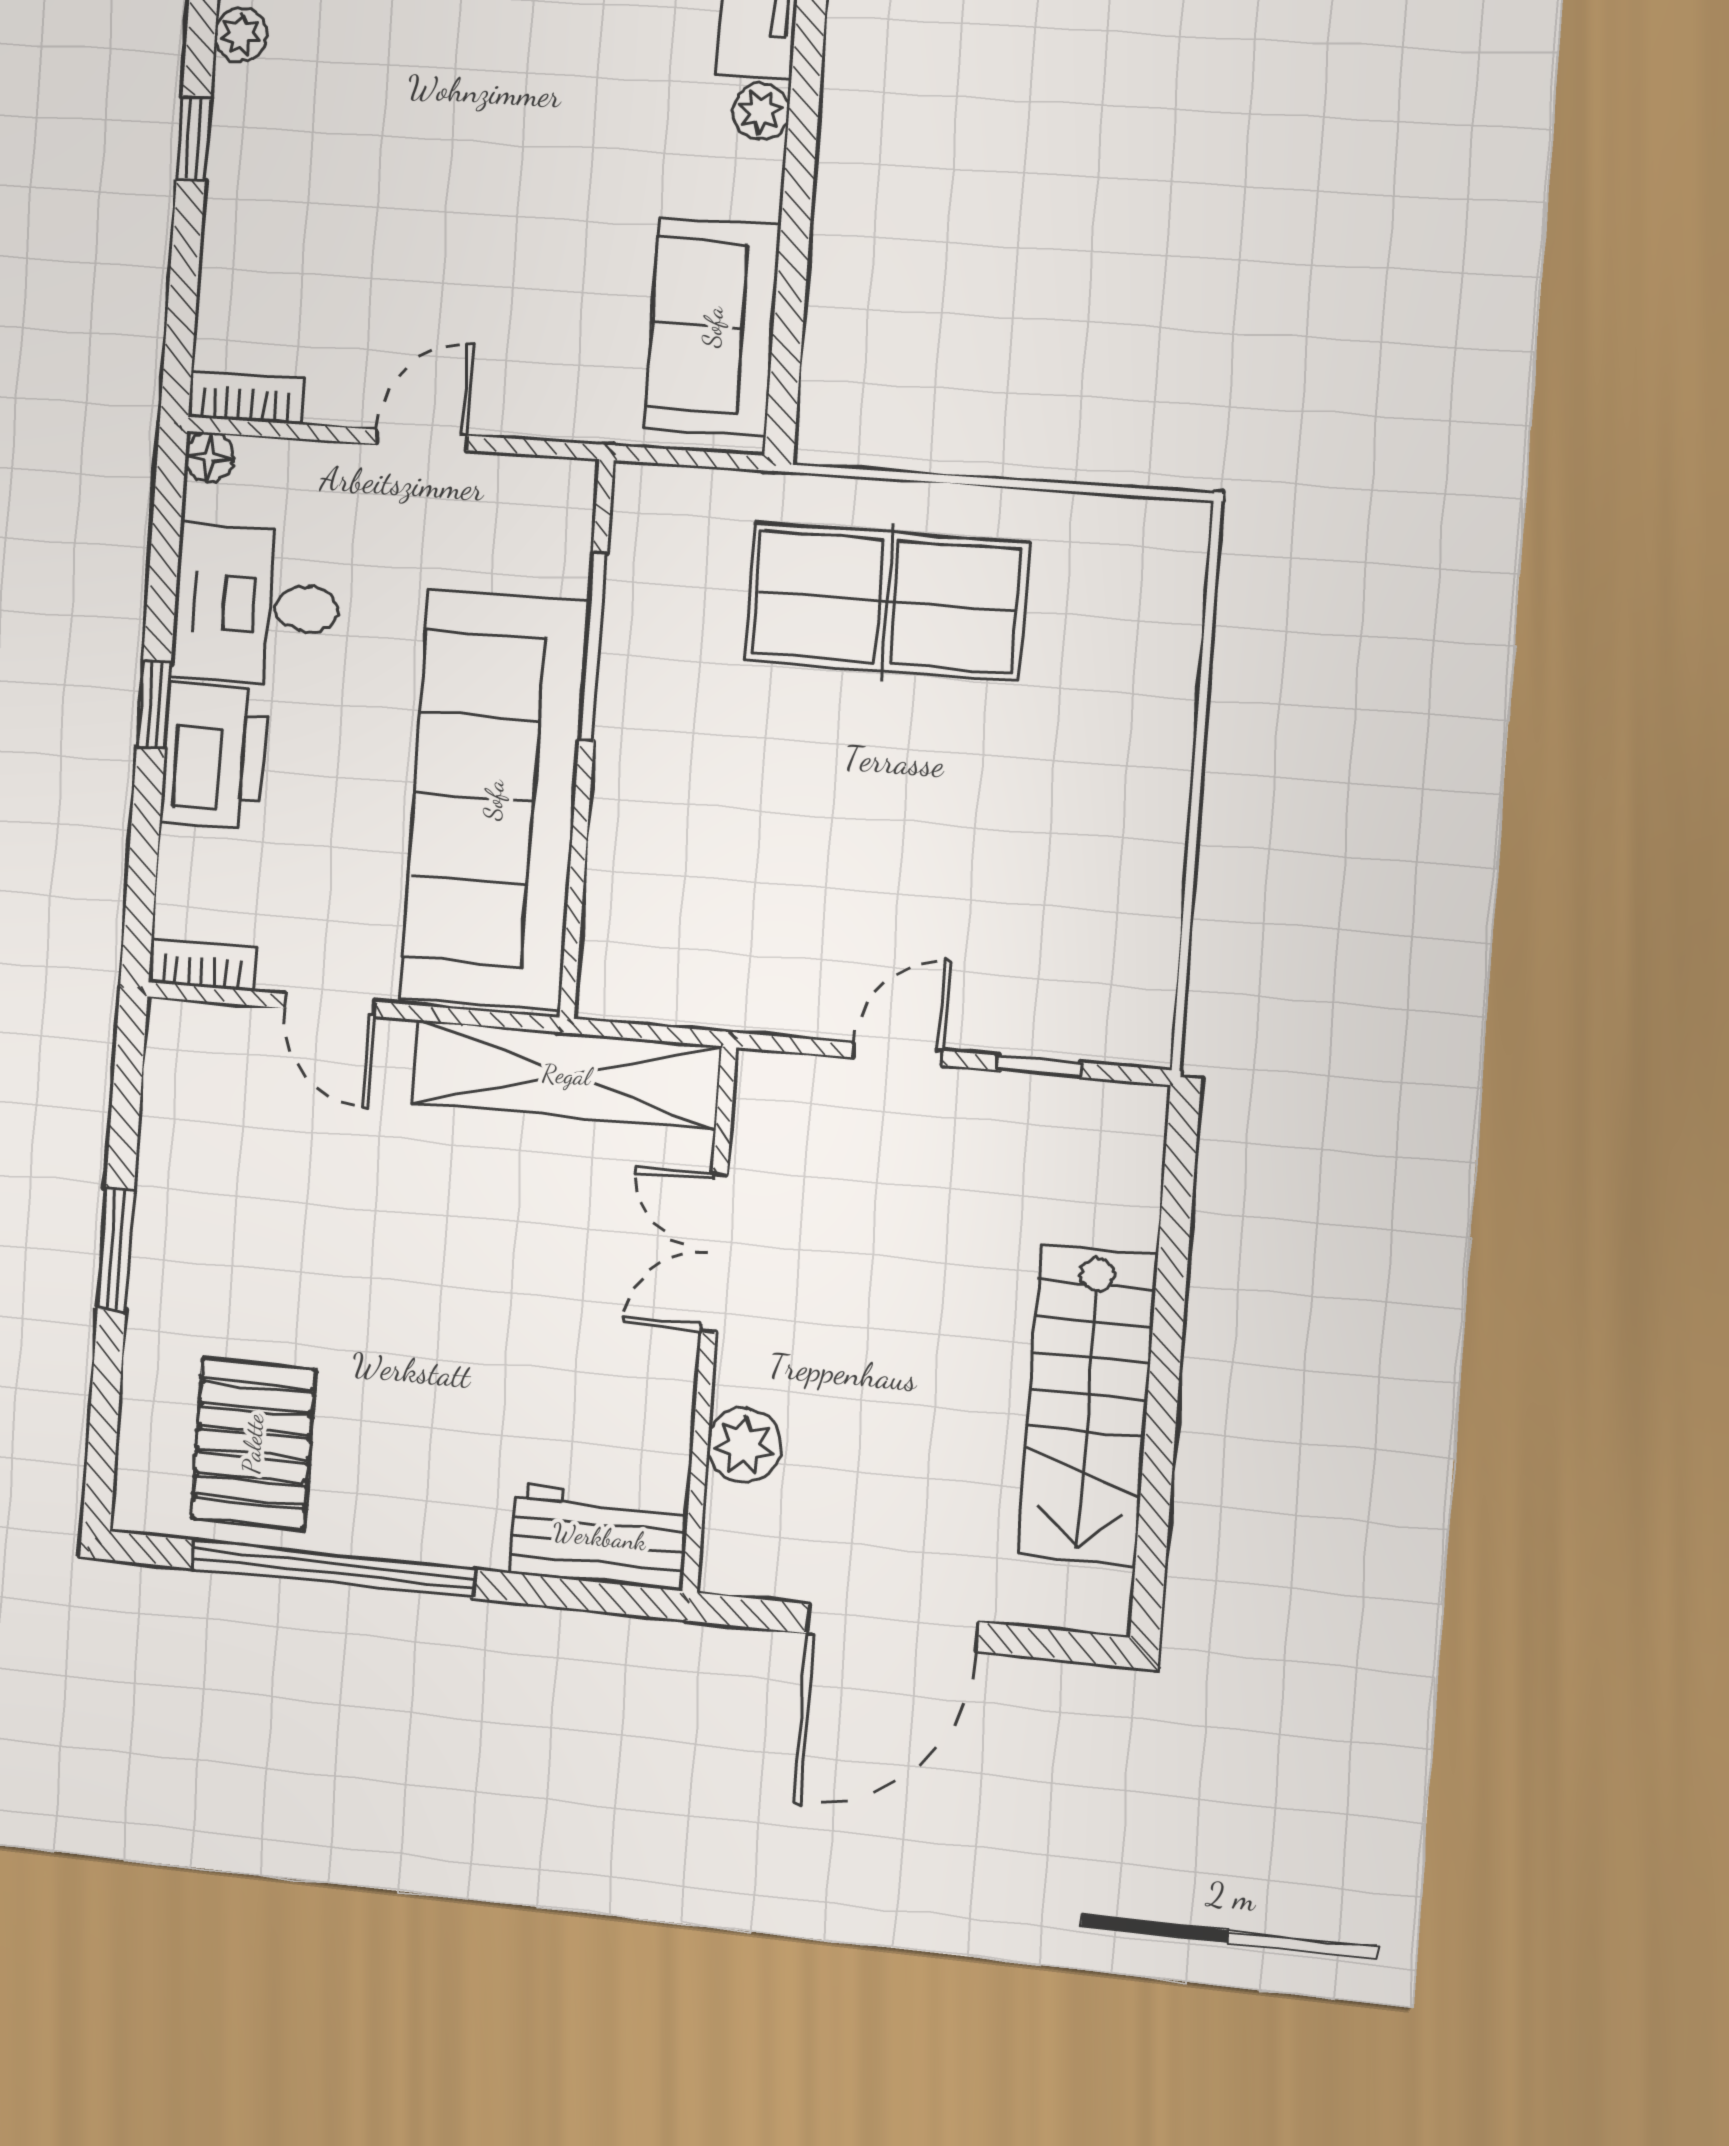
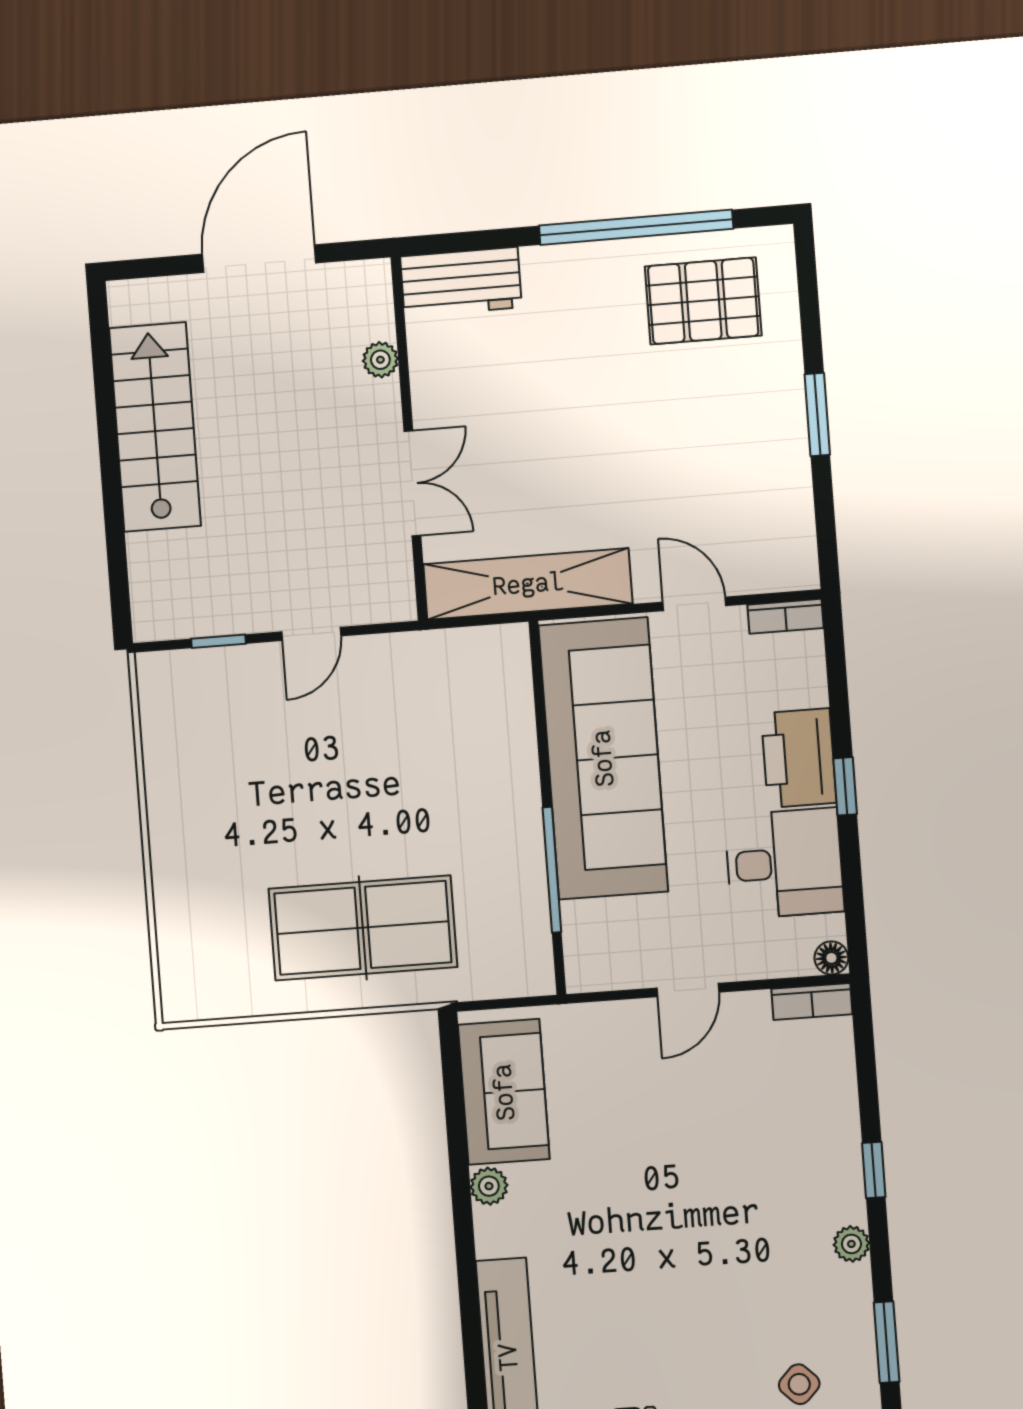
plant: (761, 111) -> (489, 1186), moved
pallet: (253, 1444) -> (703, 301), turned 90
plant: (744, 1445) -> (380, 360), width x0.73, depth x0.73

